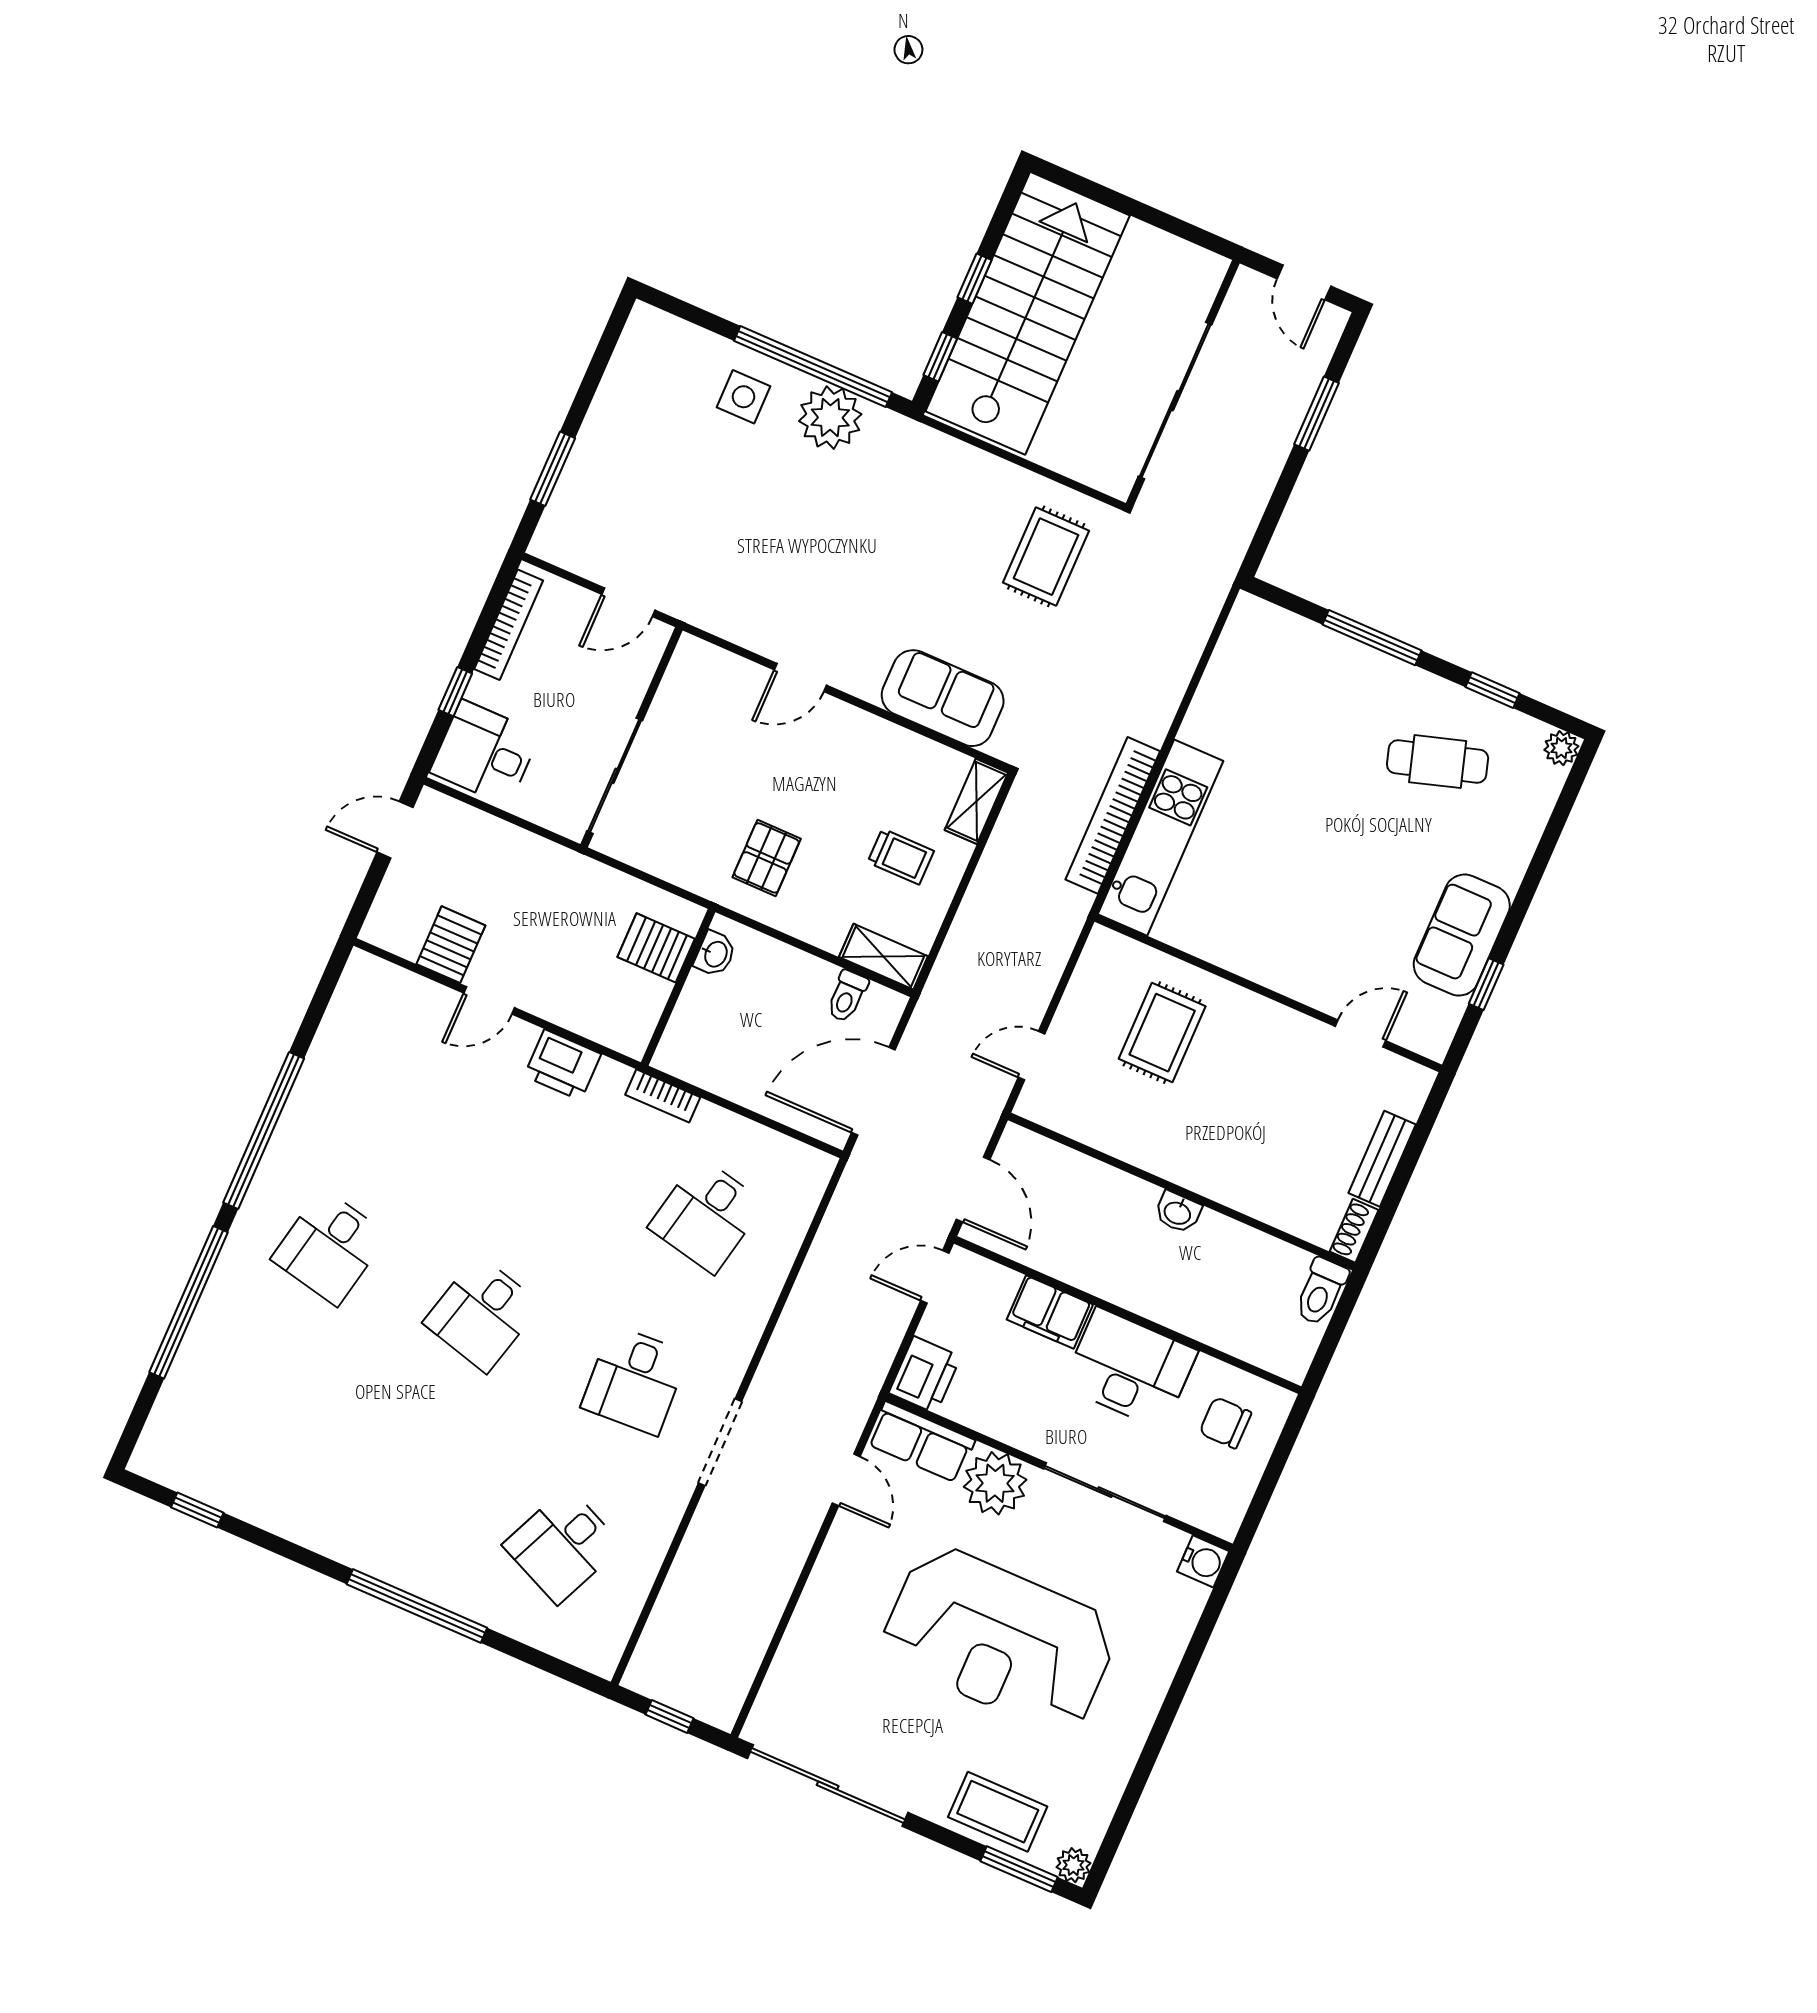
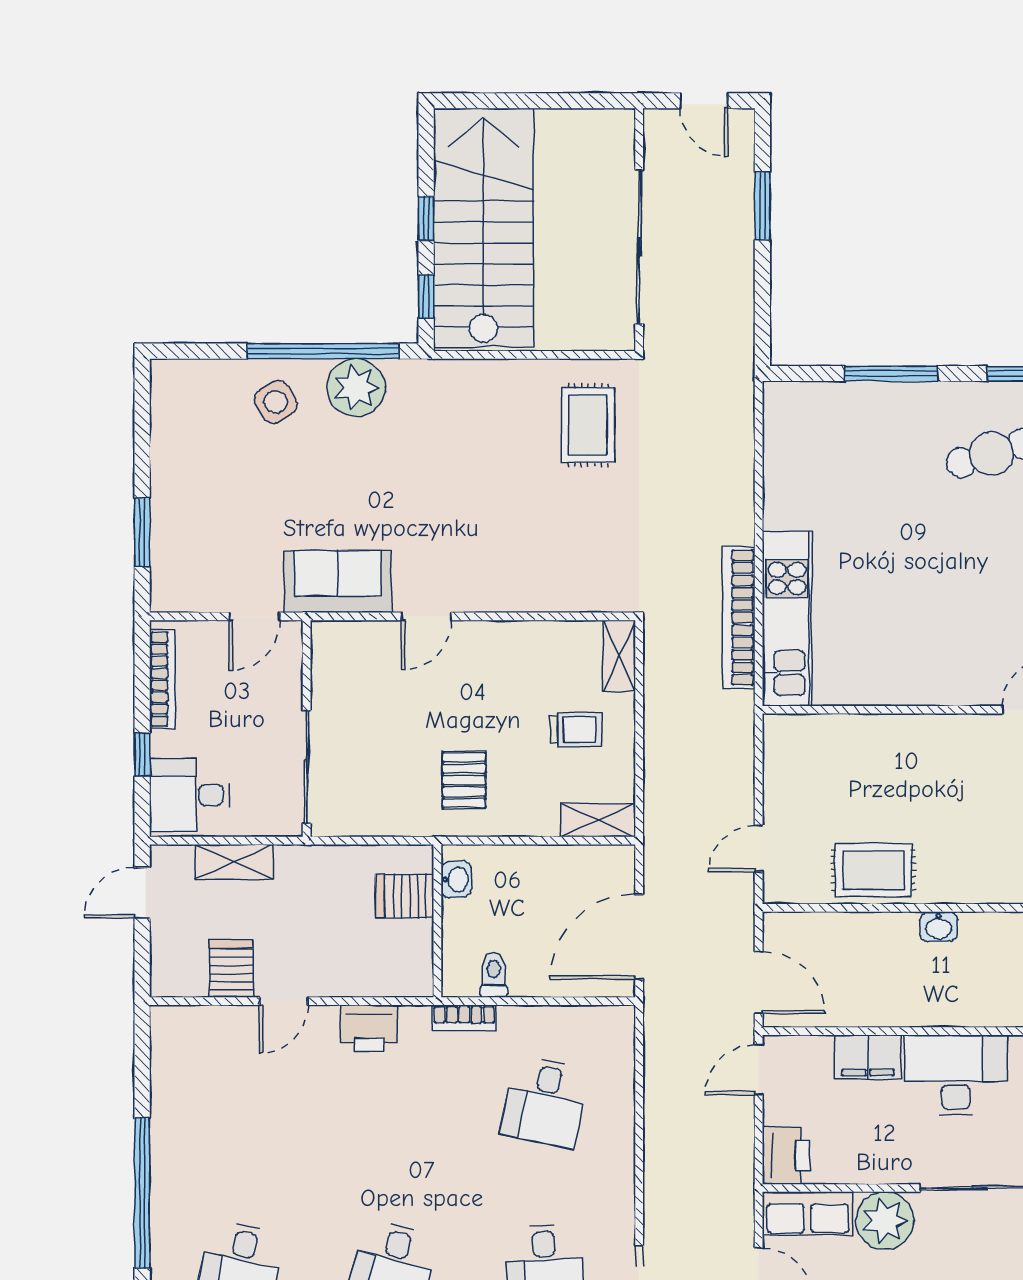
side table: (743, 397) -> (276, 402), turned -30
sofa: (943, 698) -> (338, 582), moved
shelving: (500, 839) -> (234, 862), added
toilet: (847, 996) -> (494, 975), moved, turned 180
rug: (1162, 1033) -> (873, 870), moved, turned 90

